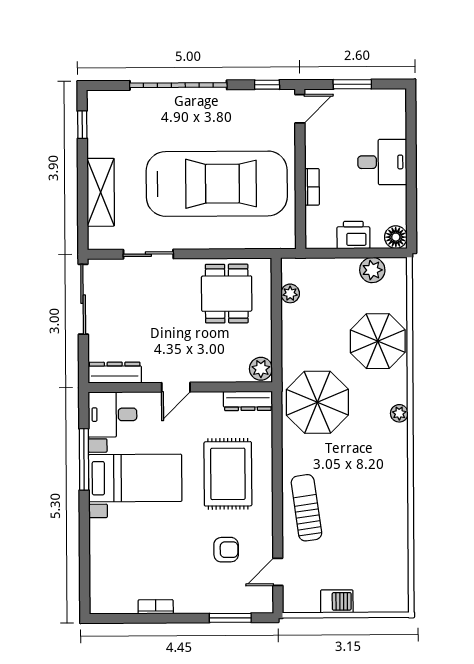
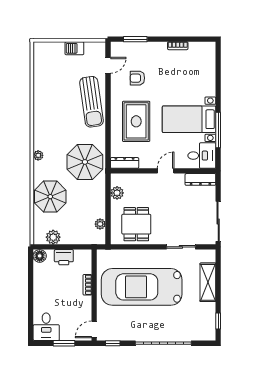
desk: (382, 162) -> (46, 327), moved, turned -90
plant: (261, 369) -> (117, 193), moved
sun lounger: (306, 508) -> (91, 102), width x1.36, depth x1.34

